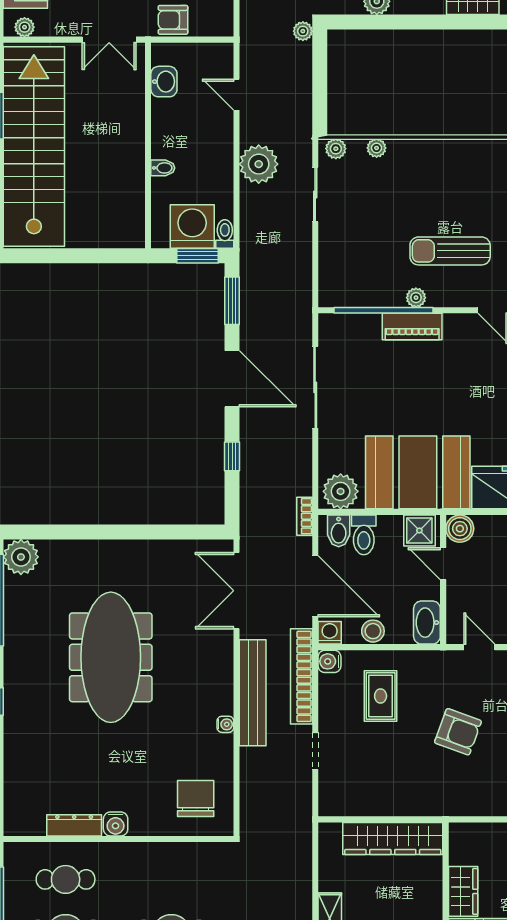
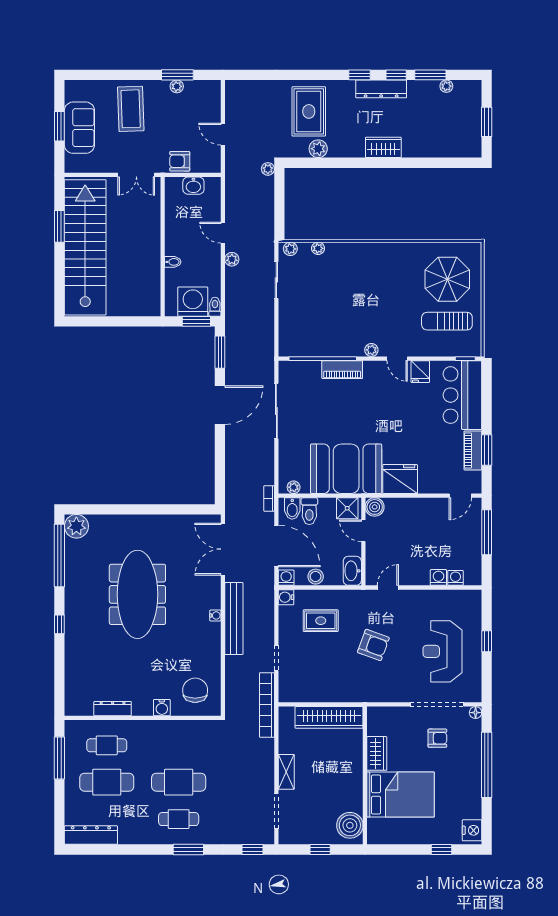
plant: (25, 27) -> (79, 166), removed
washbasin: (164, 82) -> (193, 186), moved, turned 90
door: (237, 95) -> (223, 233), moved
plant: (259, 164) -> (232, 259), width x0.53, depth x0.53
sun lounger: (450, 251) -> (368, 318), removed
plant: (416, 298) -> (371, 350), moved
door: (232, 379) -> (220, 405), hinge flipped
window: (232, 456) -> (220, 458), removed
plant: (341, 491) -> (294, 487), width x0.53, depth x0.53
door: (479, 647) -> (388, 588), hinge flipped
bookcase: (301, 676) -> (267, 705), moved
rug: (381, 696) -> (321, 621), turned 90
water cooler: (225, 724) -> (215, 615), moved
water cooler: (116, 824) -> (162, 708), moved

